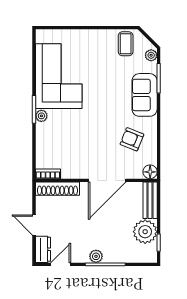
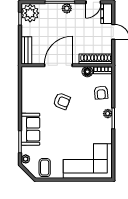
corner sofa: (59, 76) -> (88, 161), moved, turned 90
armchair: (132, 139) -> (62, 101), moved
armchair: (50, 144) -> (101, 93), added
floor lamp: (150, 172) -> (87, 72), moved
plant: (145, 232) -> (30, 13), moved

